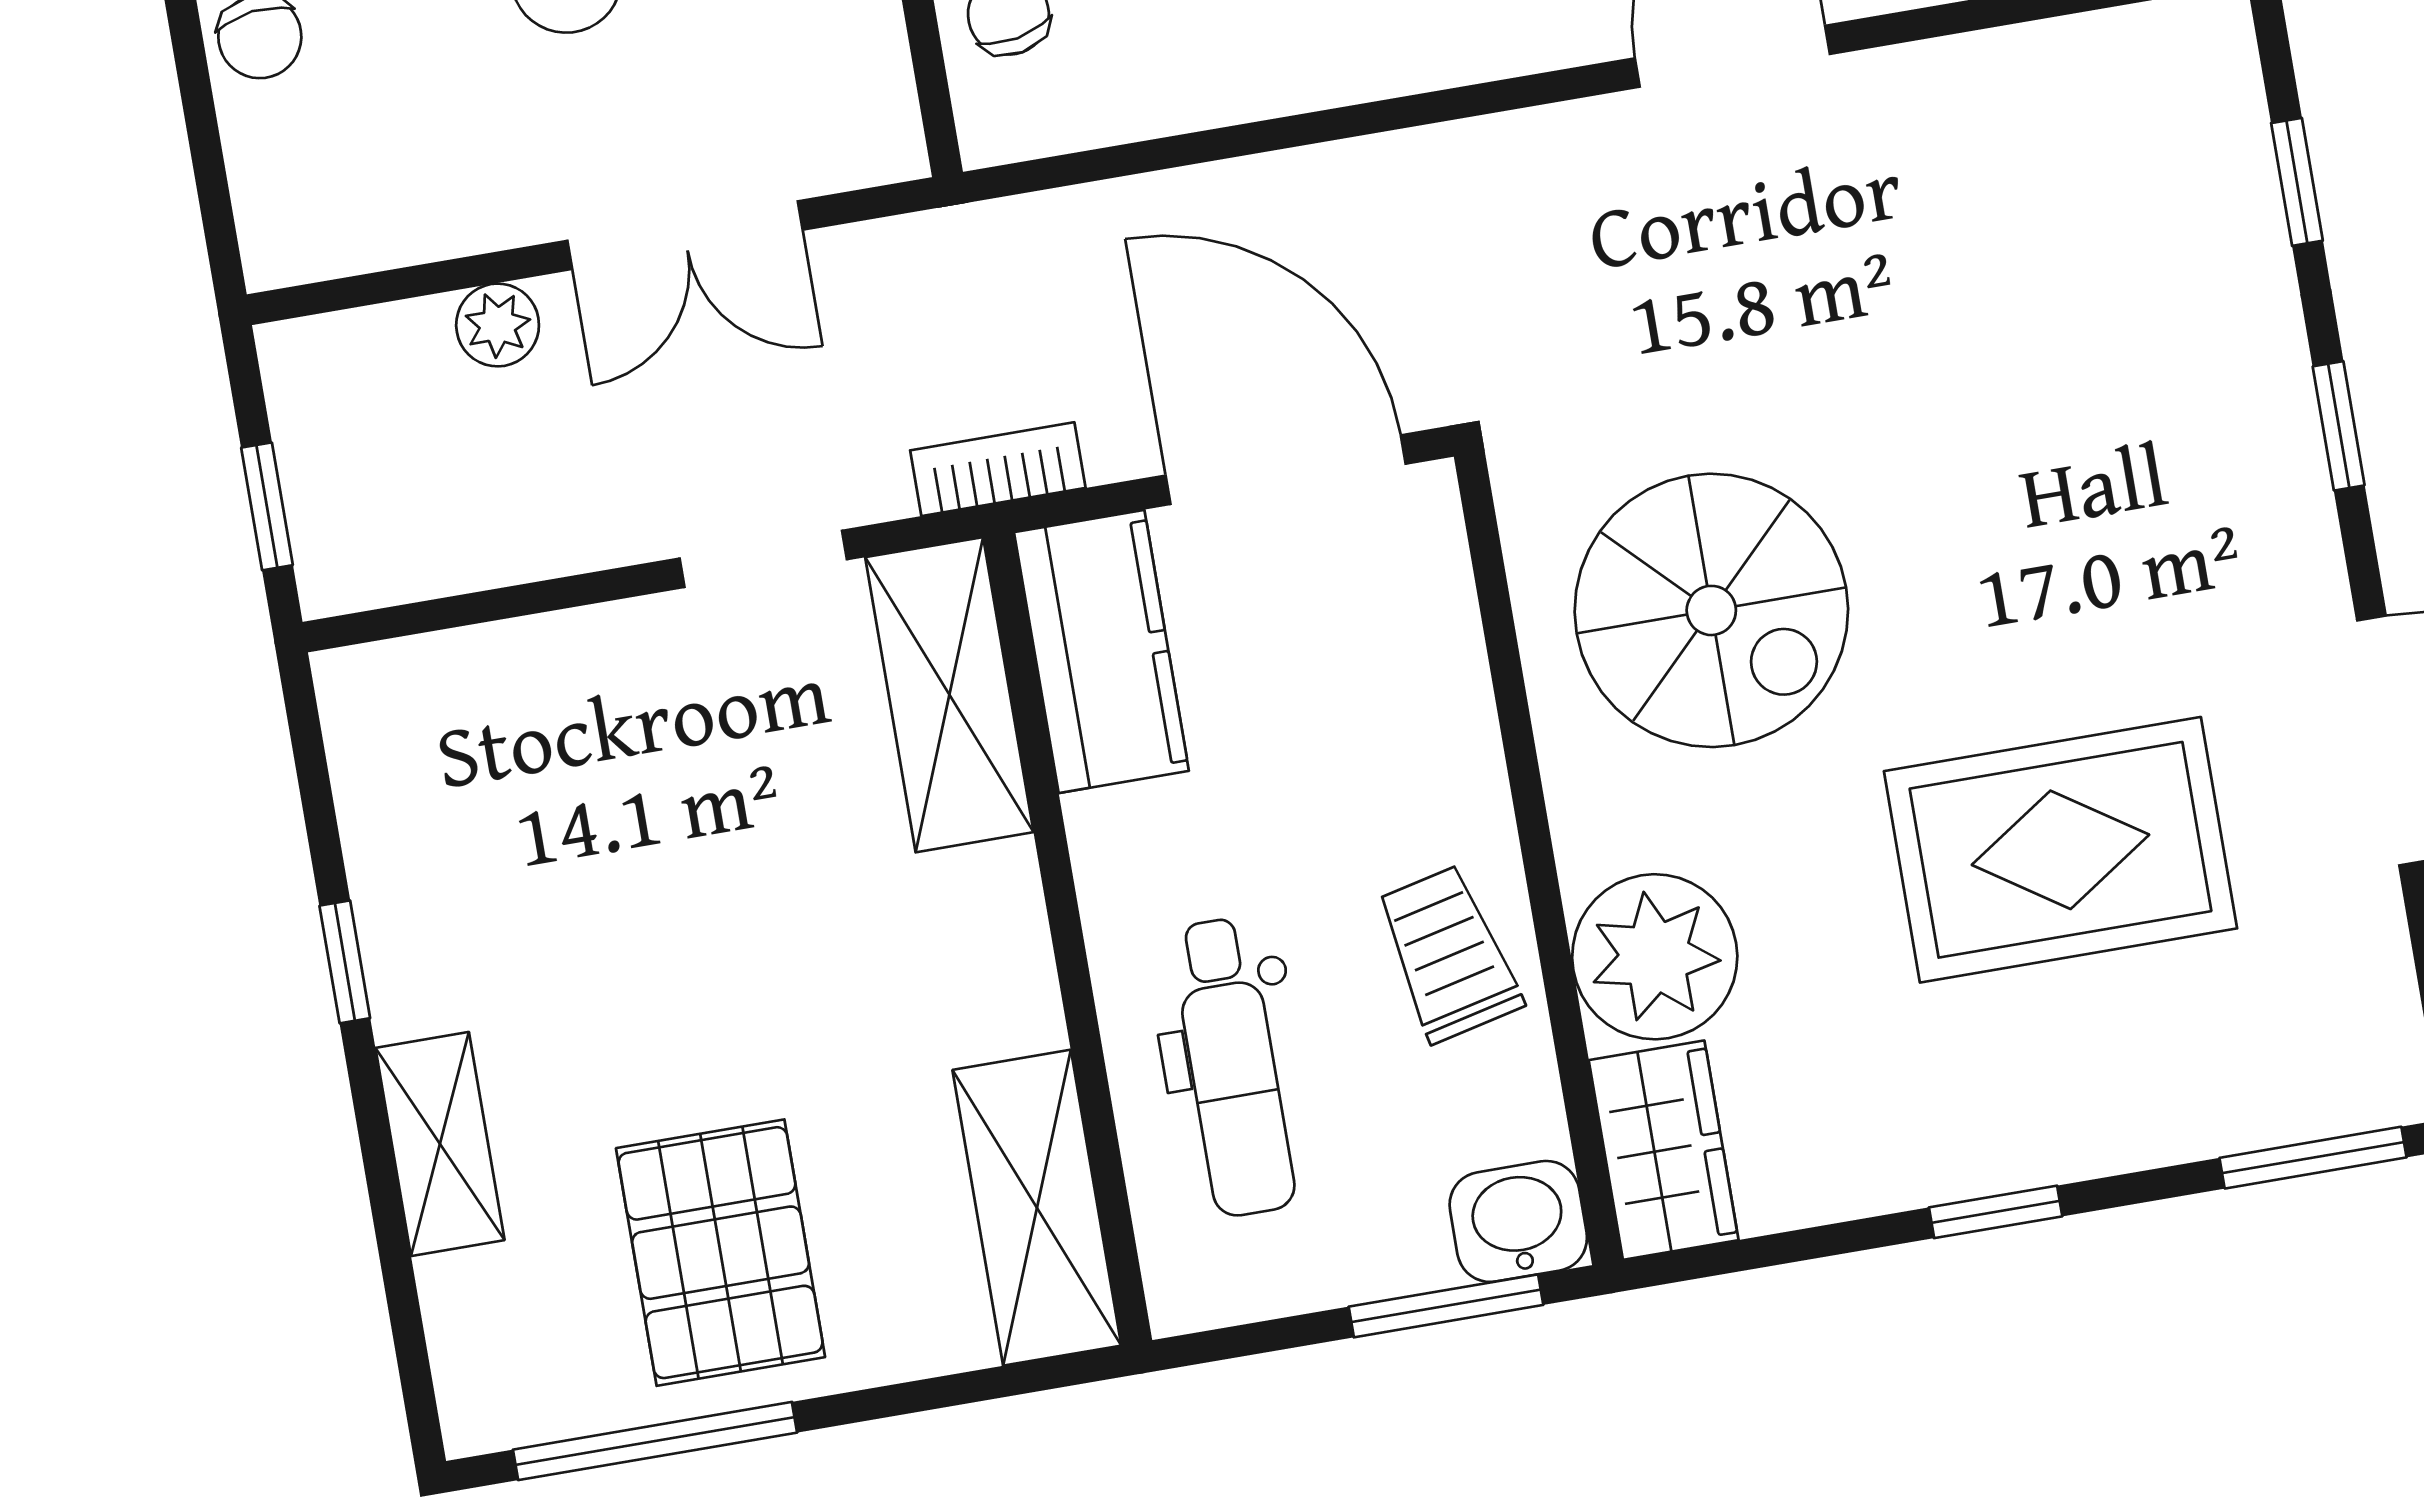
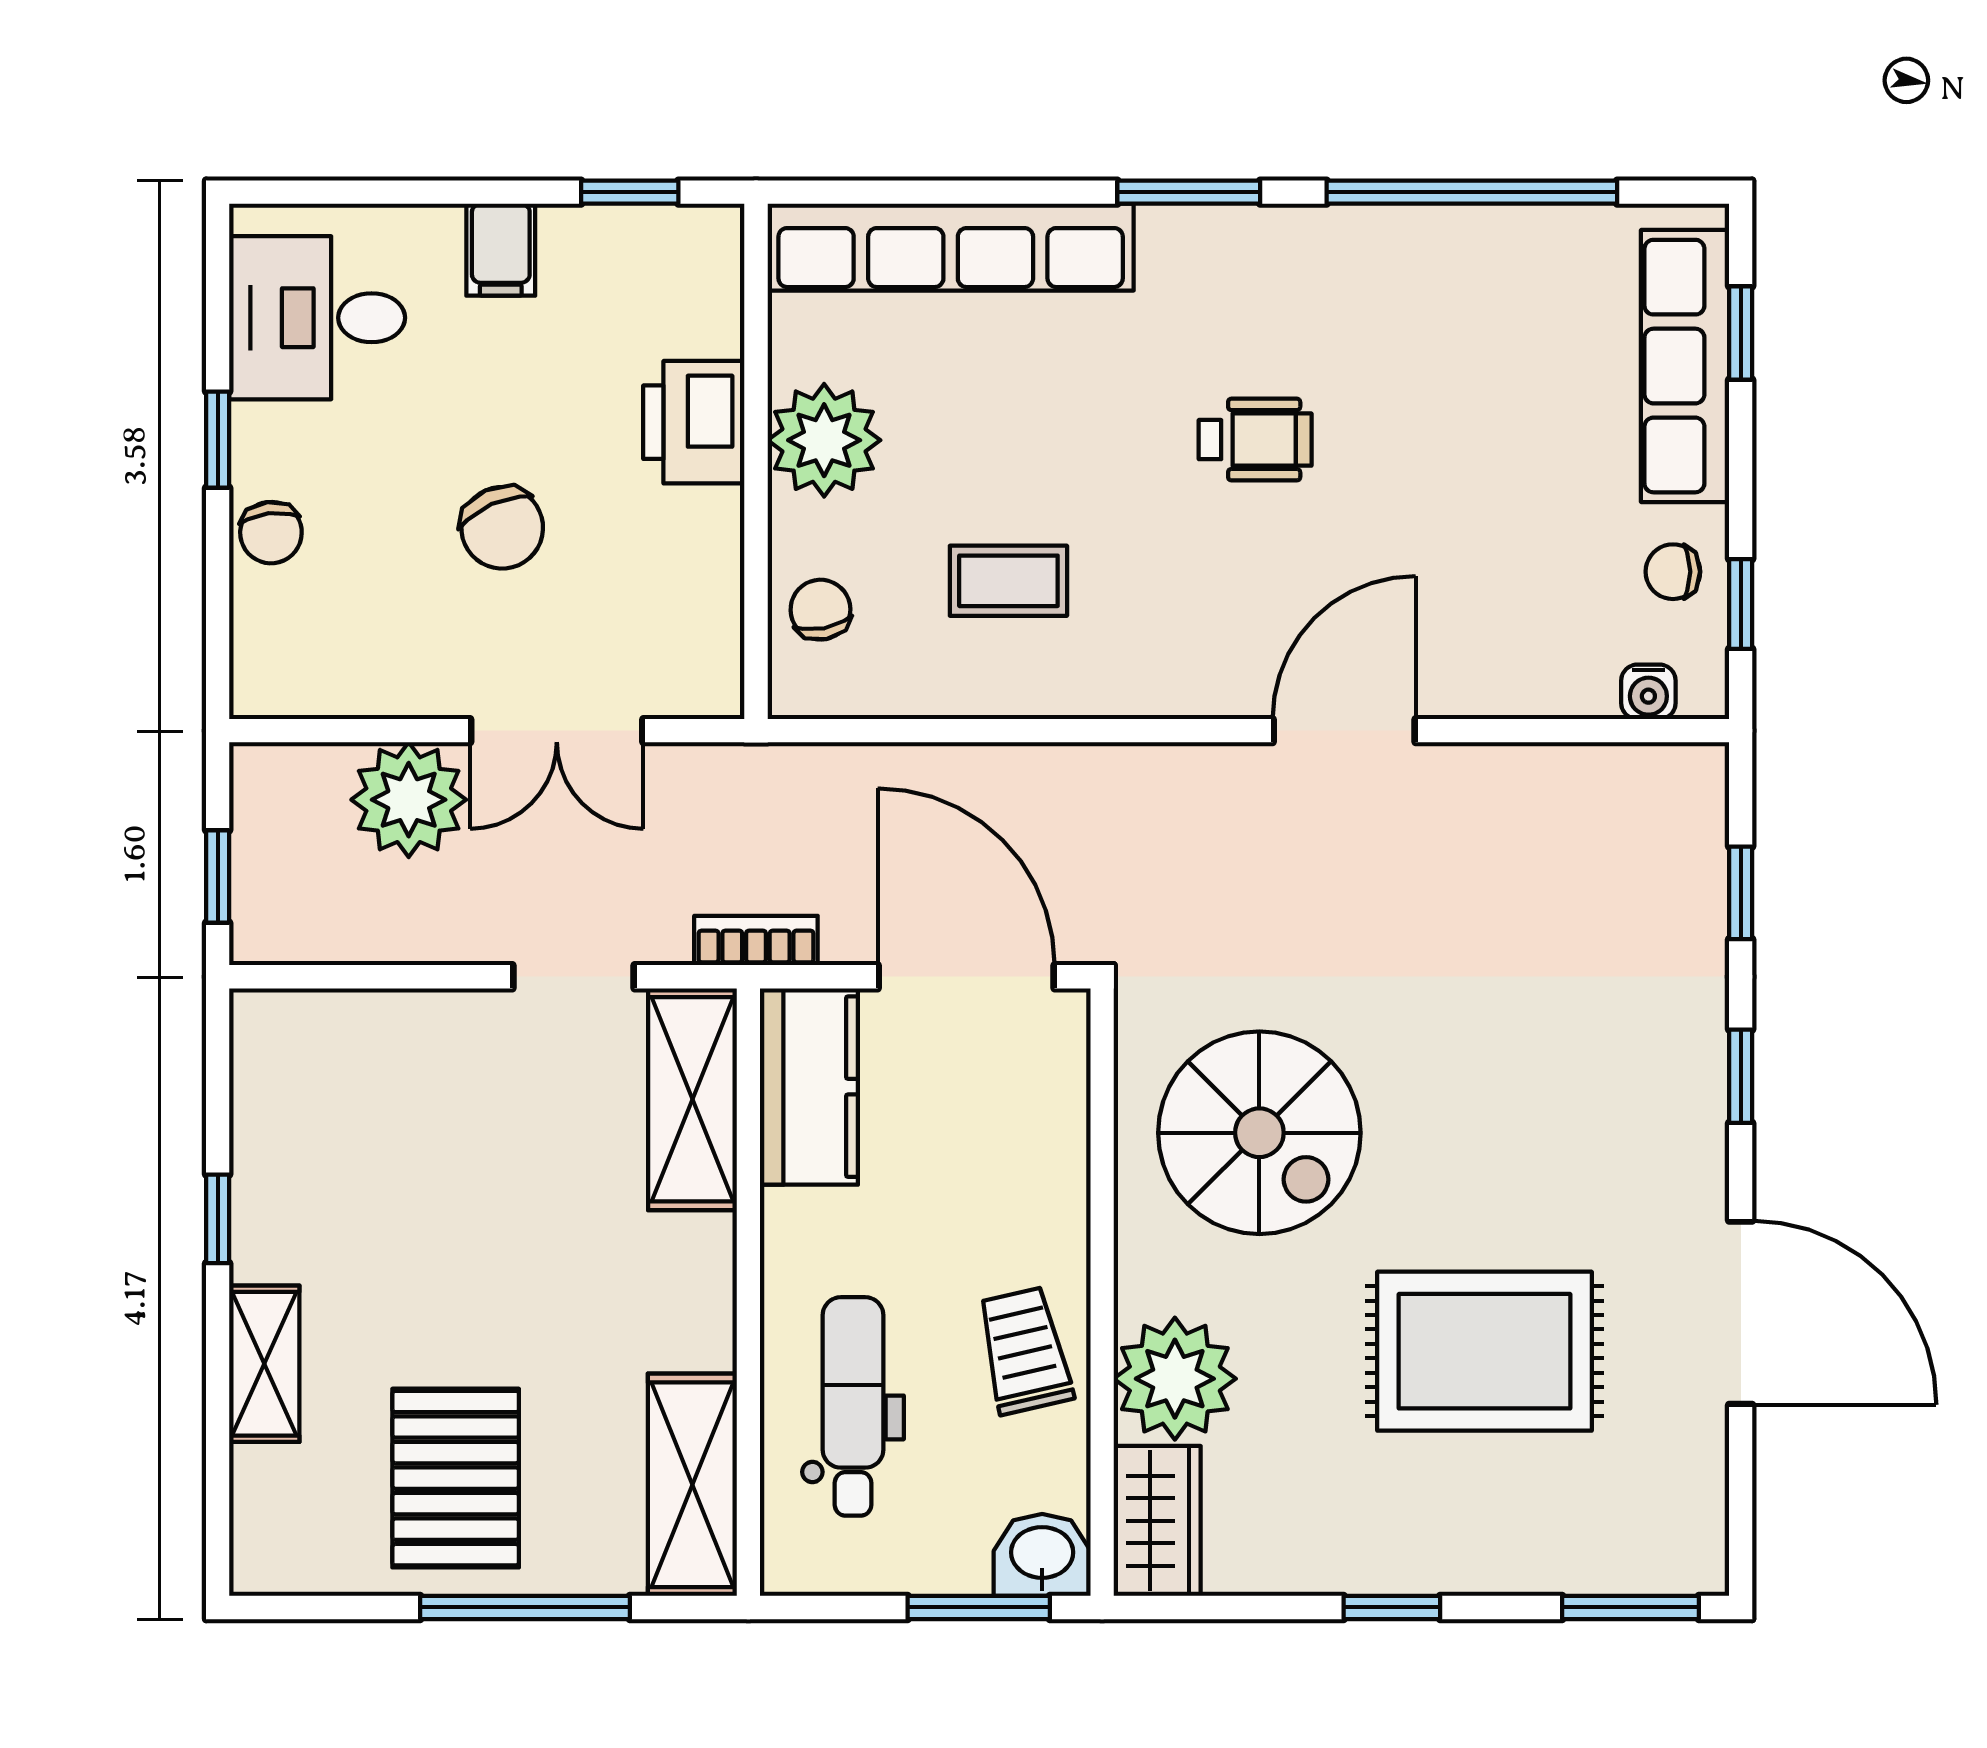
plant: (498, 325) -> (409, 800), width x1.87, depth x1.87
dental chair: (1233, 1067) -> (853, 1406), turned 180
window: (655, 1441) -> (525, 1607), moved

